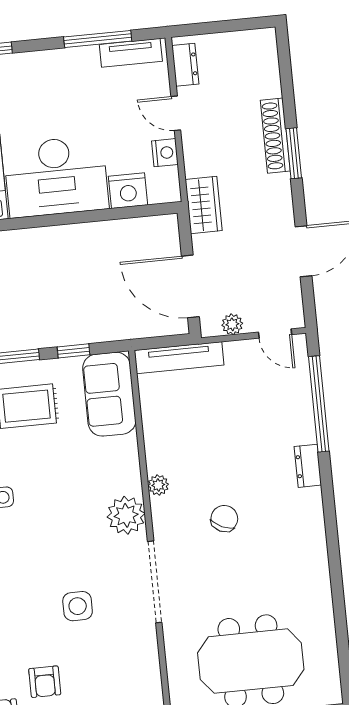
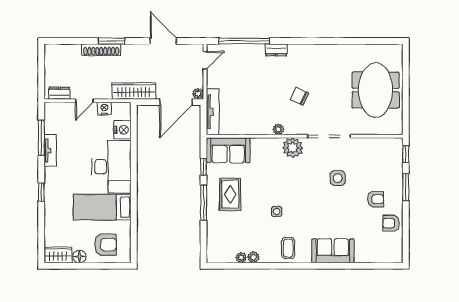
tv unit: (131, 53) -> (50, 150), moved
wardrobe: (204, 205) -> (134, 91), width x1.50
plant: (232, 324) -> (198, 94), moved

